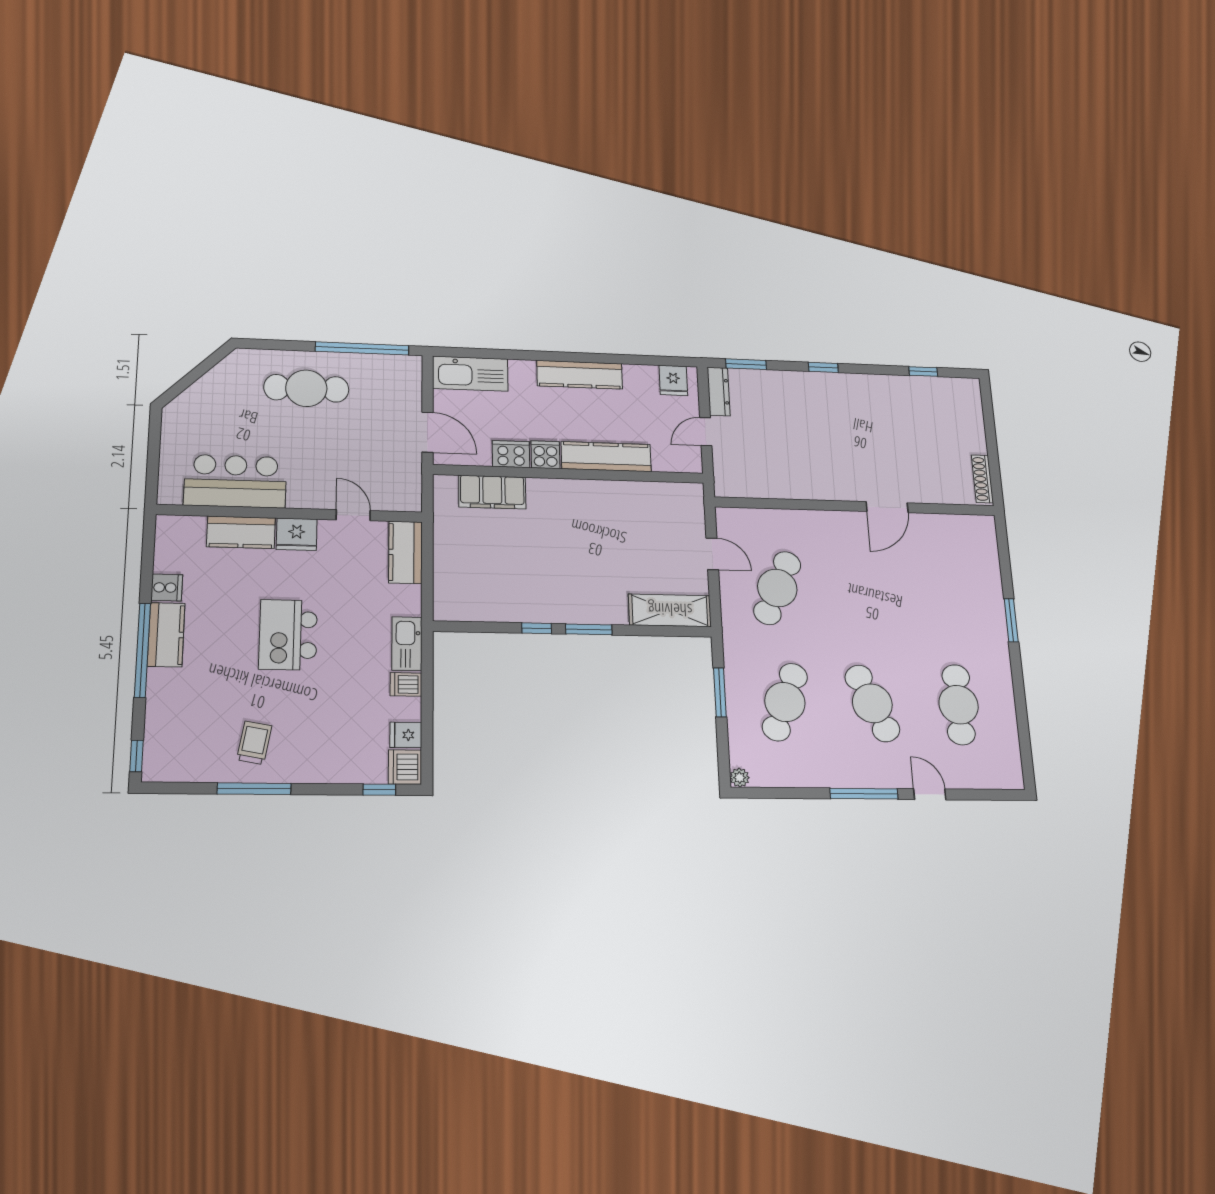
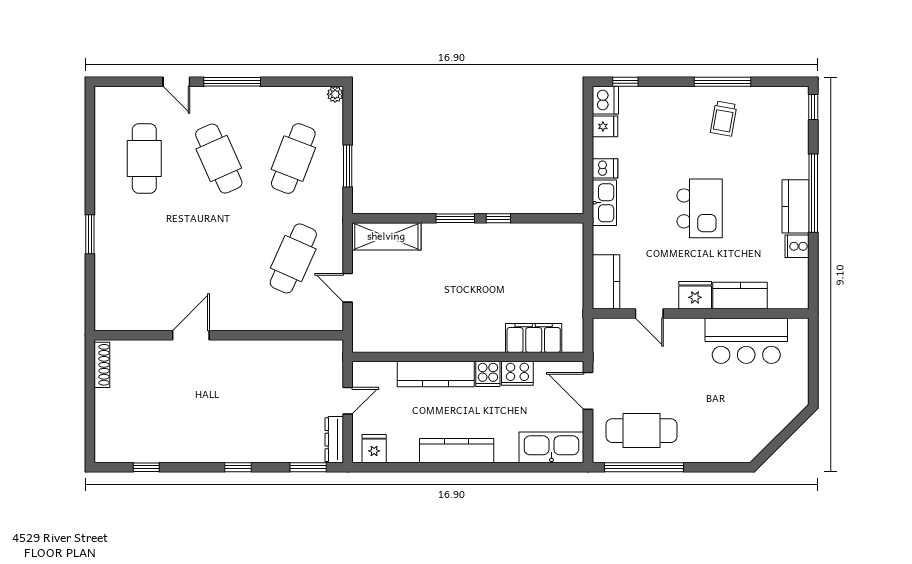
cafe table: (306, 388) -> (642, 431), moved

